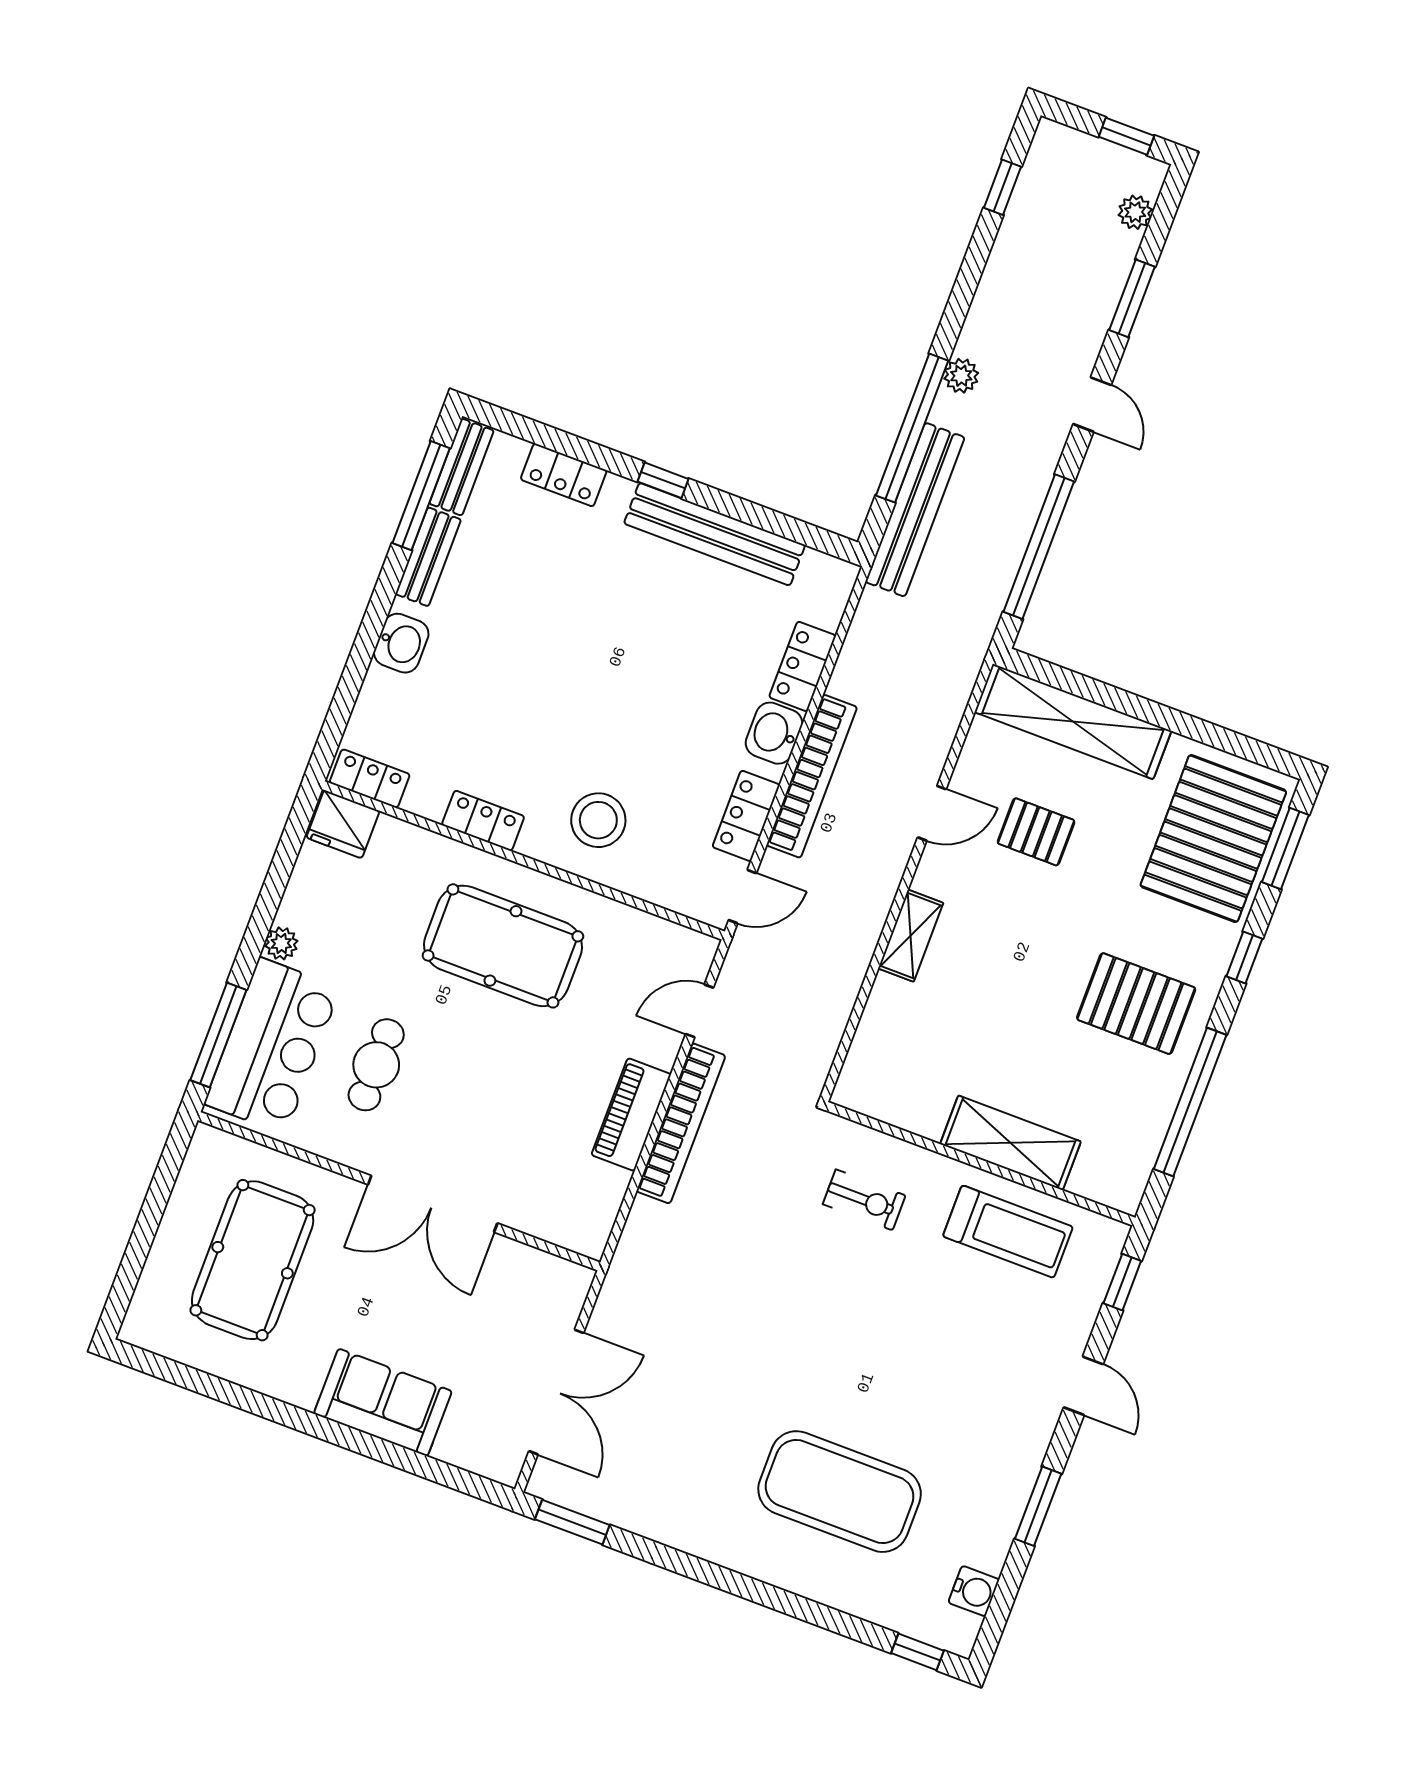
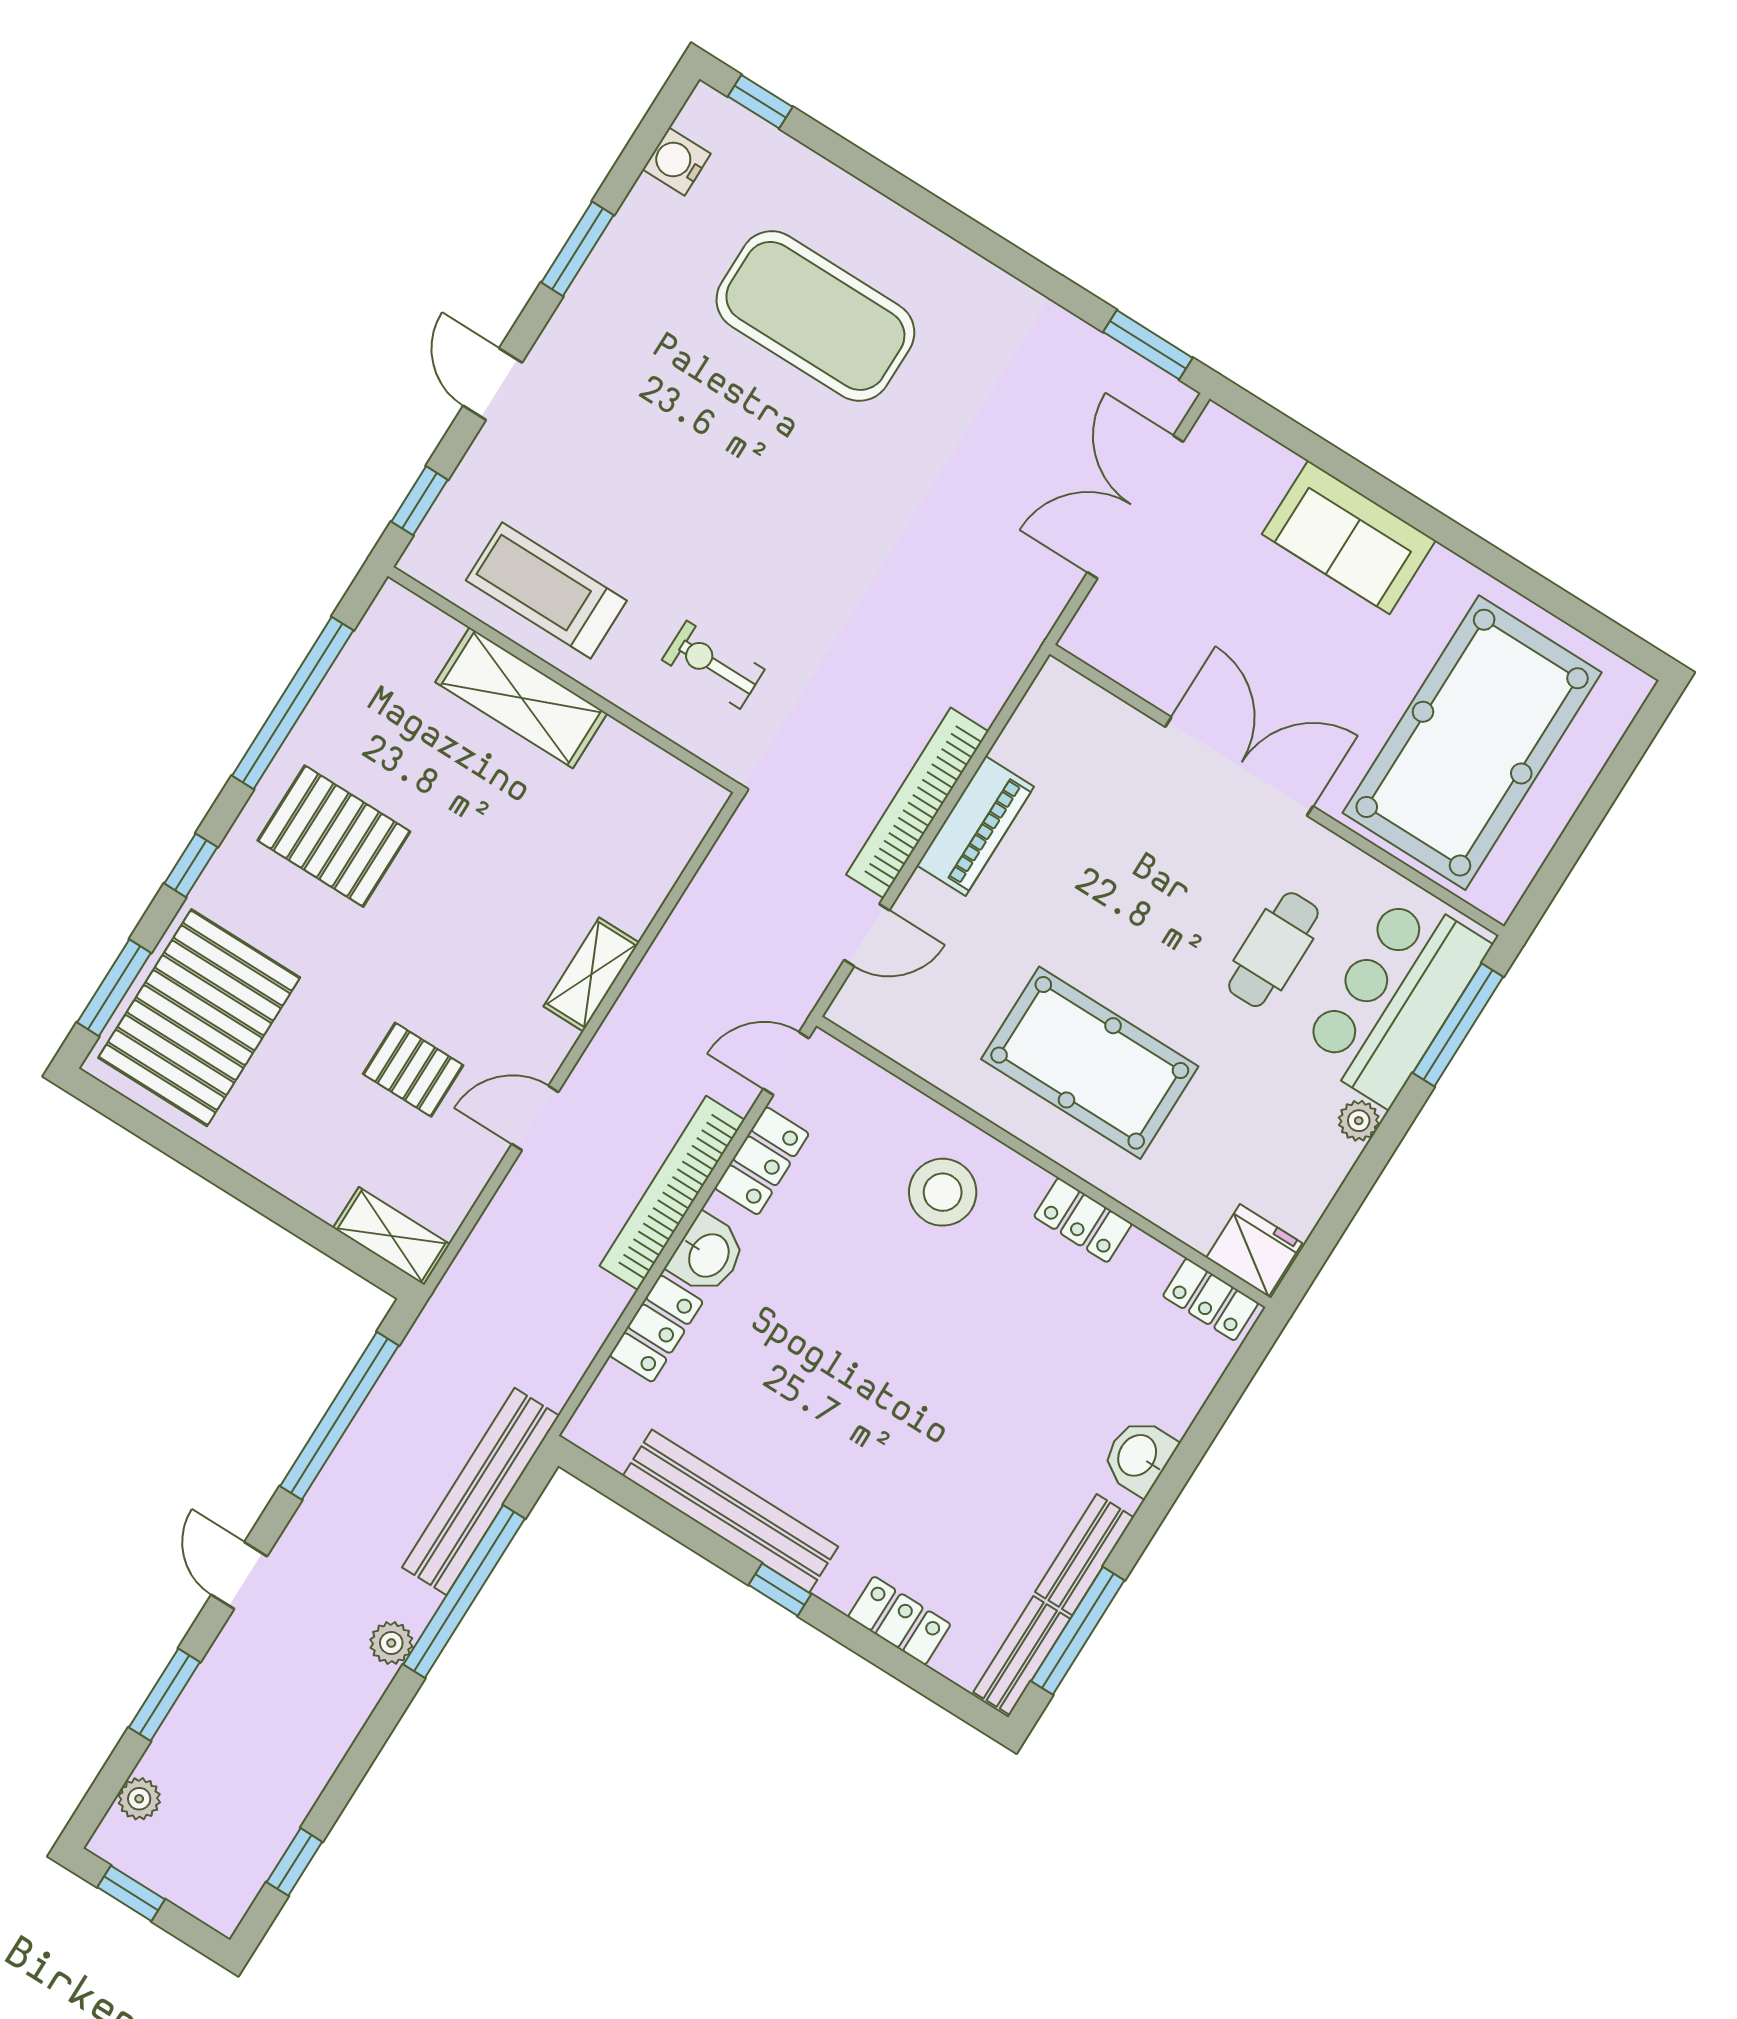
shelving: (1073, 721) -> (392, 1236), width x0.45, depth x0.75
pool table: (253, 1260) -> (1472, 743), width x1.36, depth x1.32

